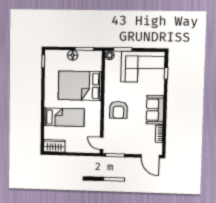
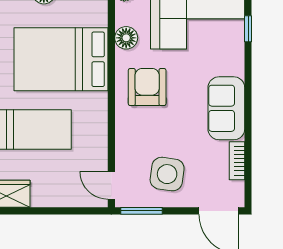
floor lamp: (110, 76) -> (126, 38), added
armchair: (118, 110) -> (147, 87), moved, turned 180
side table: (127, 139) -> (167, 174), added

